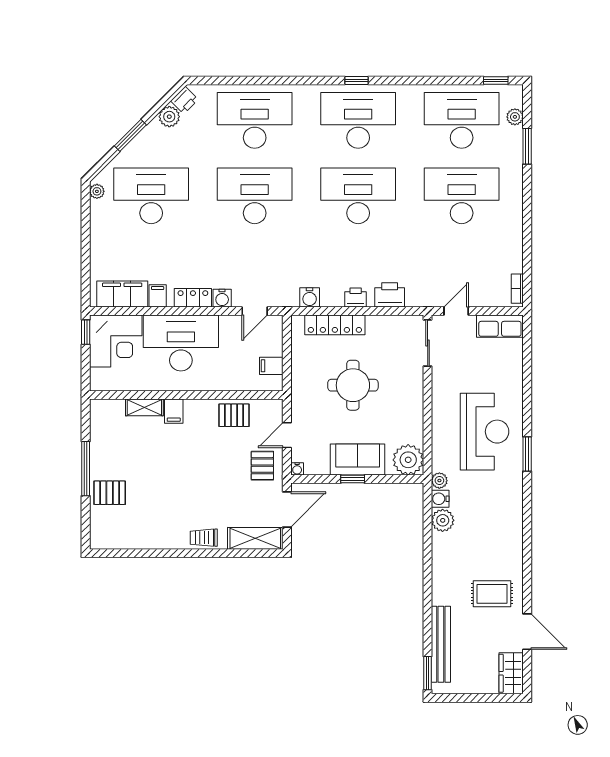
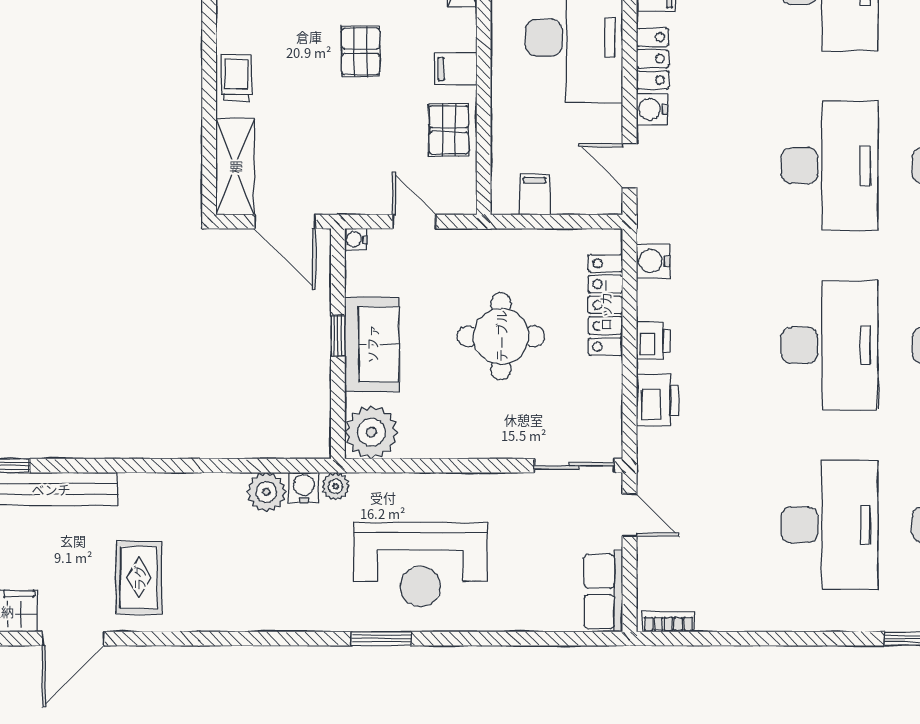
filing cabinet: (174, 411) -> (456, 69), moved
pallet: (262, 466) -> (361, 51), moved, turned 90

